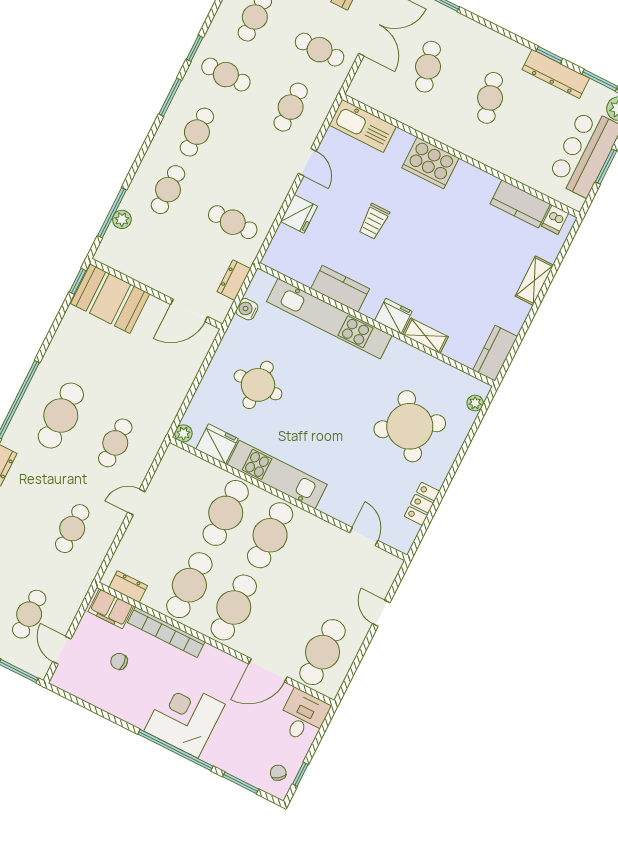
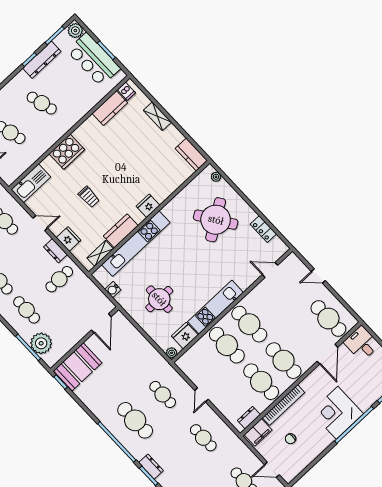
plant: (122, 219) -> (41, 343), width x1.87, depth x1.87
dresser: (234, 280) -> (55, 251), moved
shelving: (425, 336) -> (100, 253), moved

